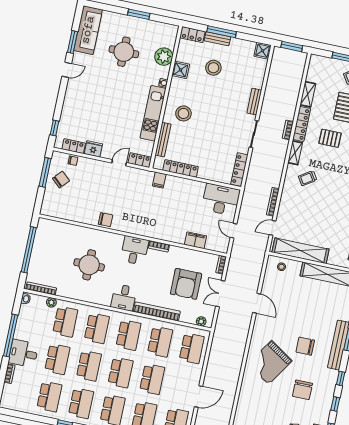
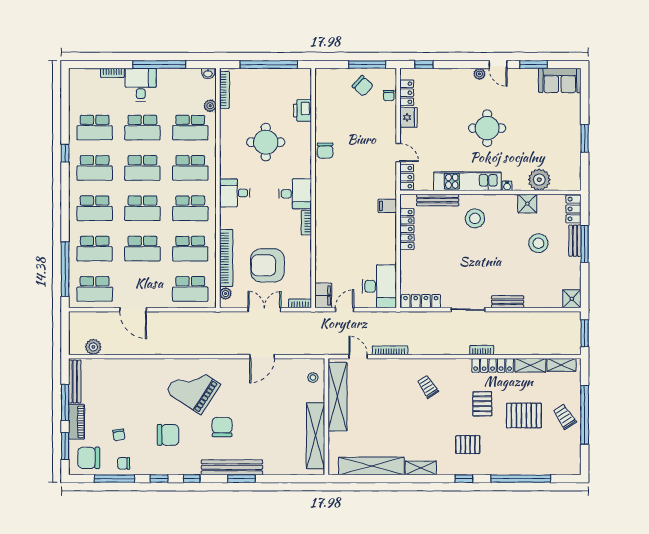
sofa: (88, 30) -> (560, 80), width x0.73
round table: (124, 52) -> (487, 128), moved
plant: (71, 86) -> (479, 74), added
shelving: (295, 153) -> (561, 365), moved
printer: (70, 231) -> (302, 111), added
filing cabinet: (196, 240) -> (323, 295), moved
bookcase: (157, 312) -> (226, 258), moved
chair: (302, 390) -> (168, 435), turned 180

